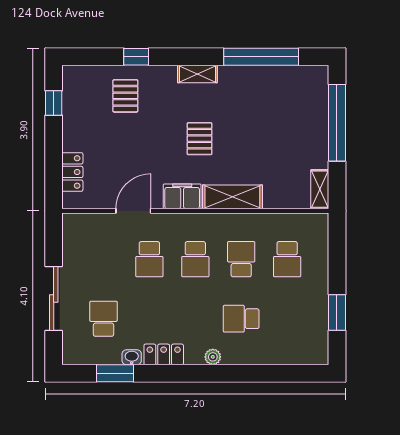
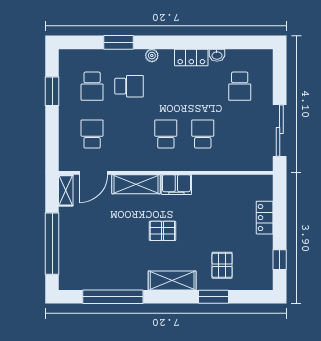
window: (136, 57) -> (213, 297), width x1.50
shelving: (197, 74) -> (172, 281), width x1.50, depth x1.33
pallet: (200, 139) -> (162, 231), turned 90
locker: (72, 172) -> (265, 218), moved
door: (133, 211) -> (93, 173), moved
school desk: (241, 259) -> (92, 86), moved
sliding door: (54, 299) -> (280, 131), moved
window: (115, 373) -> (118, 42), moved

